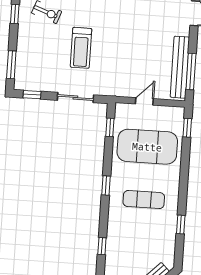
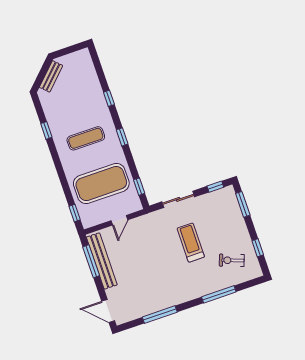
window: (102, 246) -> (109, 98), moved

